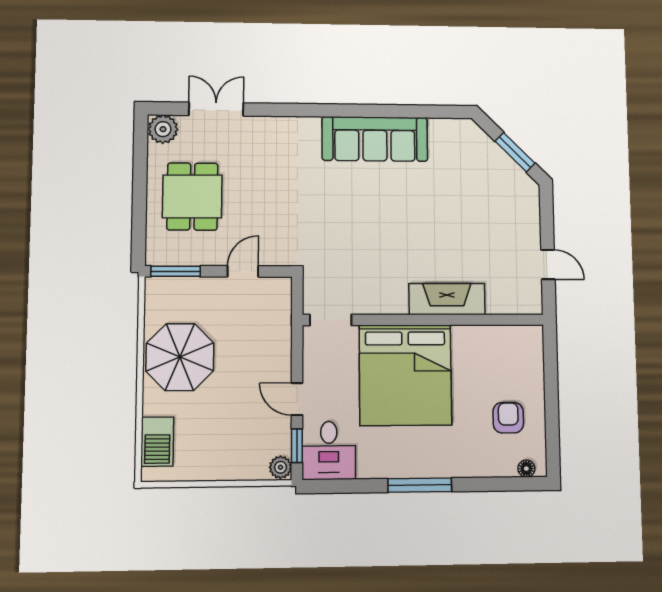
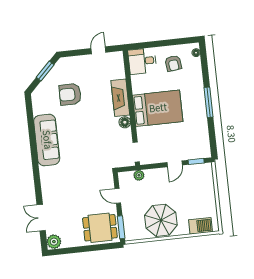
dining table: (192, 196) -> (100, 228), moved
armchair: (463, 197) -> (70, 94), added
floor lamp: (395, 303) -> (125, 122), added
bed: (405, 375) -> (158, 108), width x0.73
armchair: (508, 418) -> (173, 63), turned -97
desk: (329, 450) -> (142, 61), moved, turned 180
plant: (281, 467) -> (139, 175), moved

